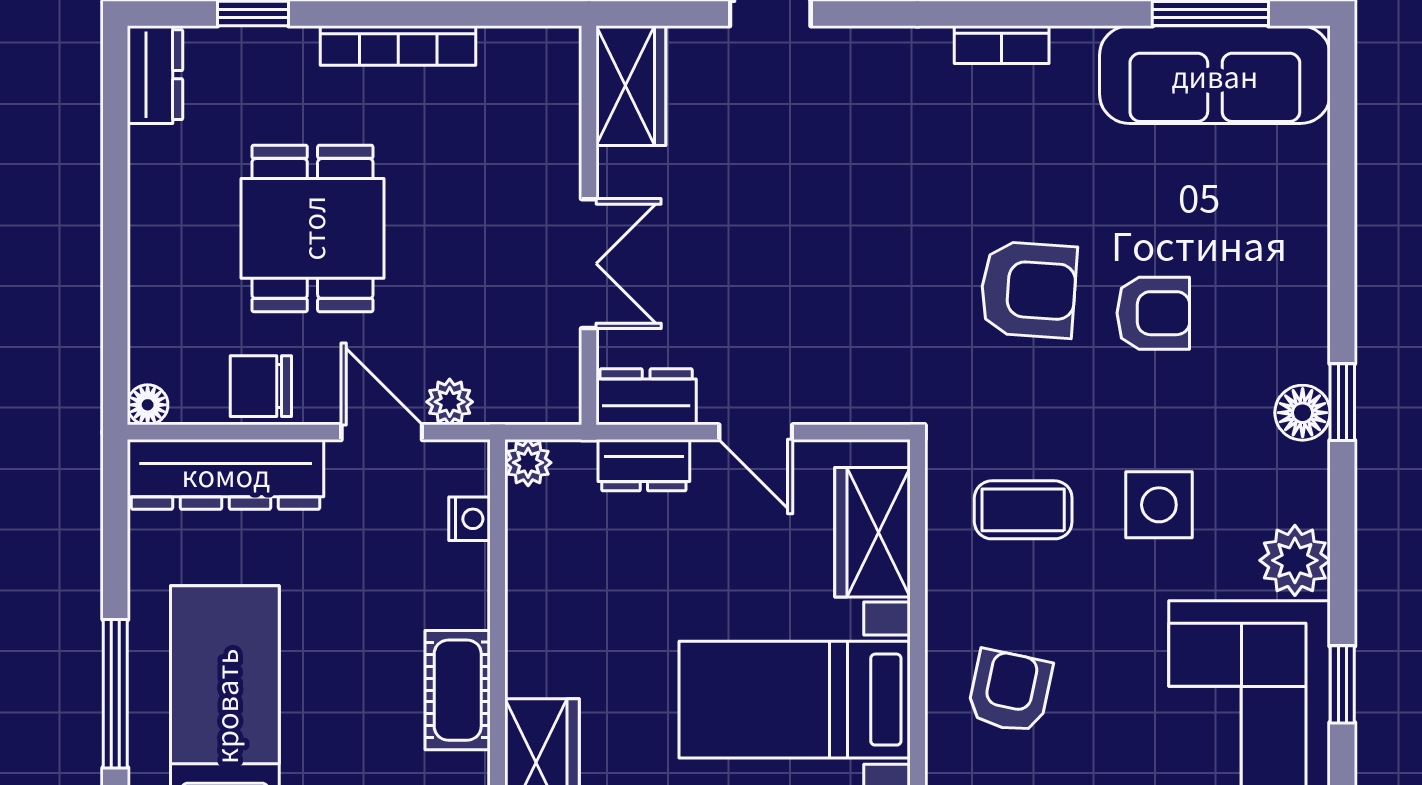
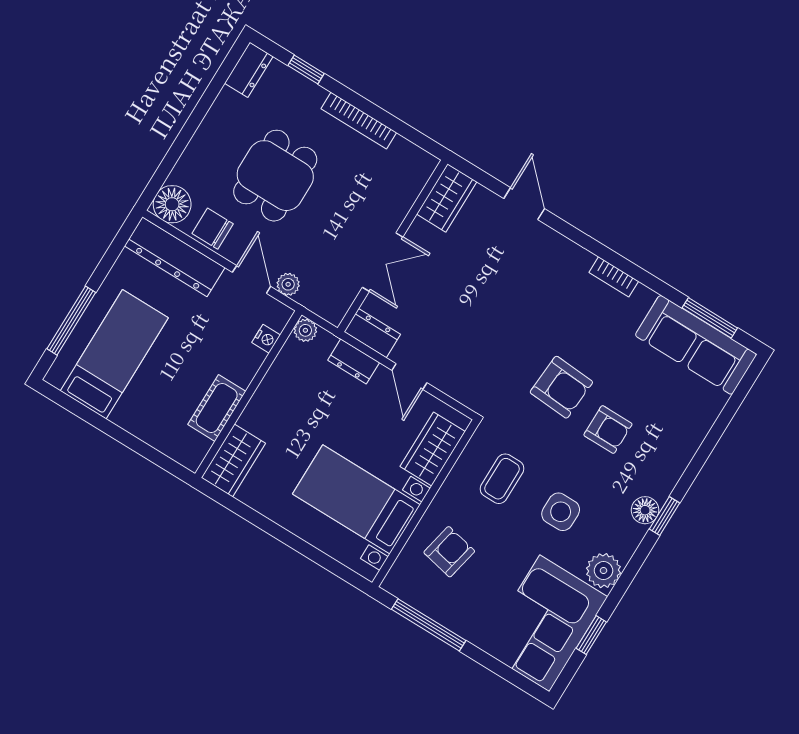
floor lamp: (148, 405) -> (172, 204), width x1.89, depth x1.89
coffee table: (1023, 510) -> (502, 479), turned 90

